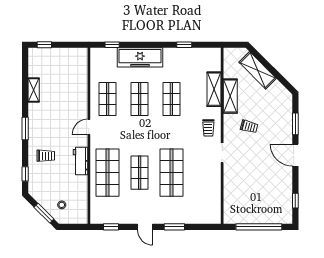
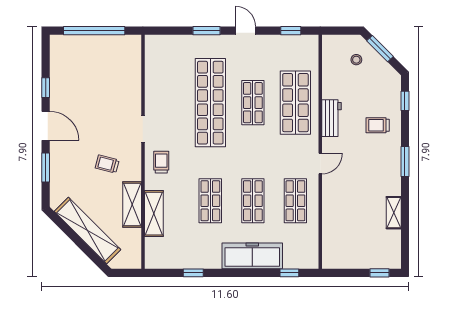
shelving: (258, 70) -> (87, 230), width x1.47
shop shelf: (171, 173) -> (210, 103), width x1.40
window: (295, 201) -> (46, 88), moved

